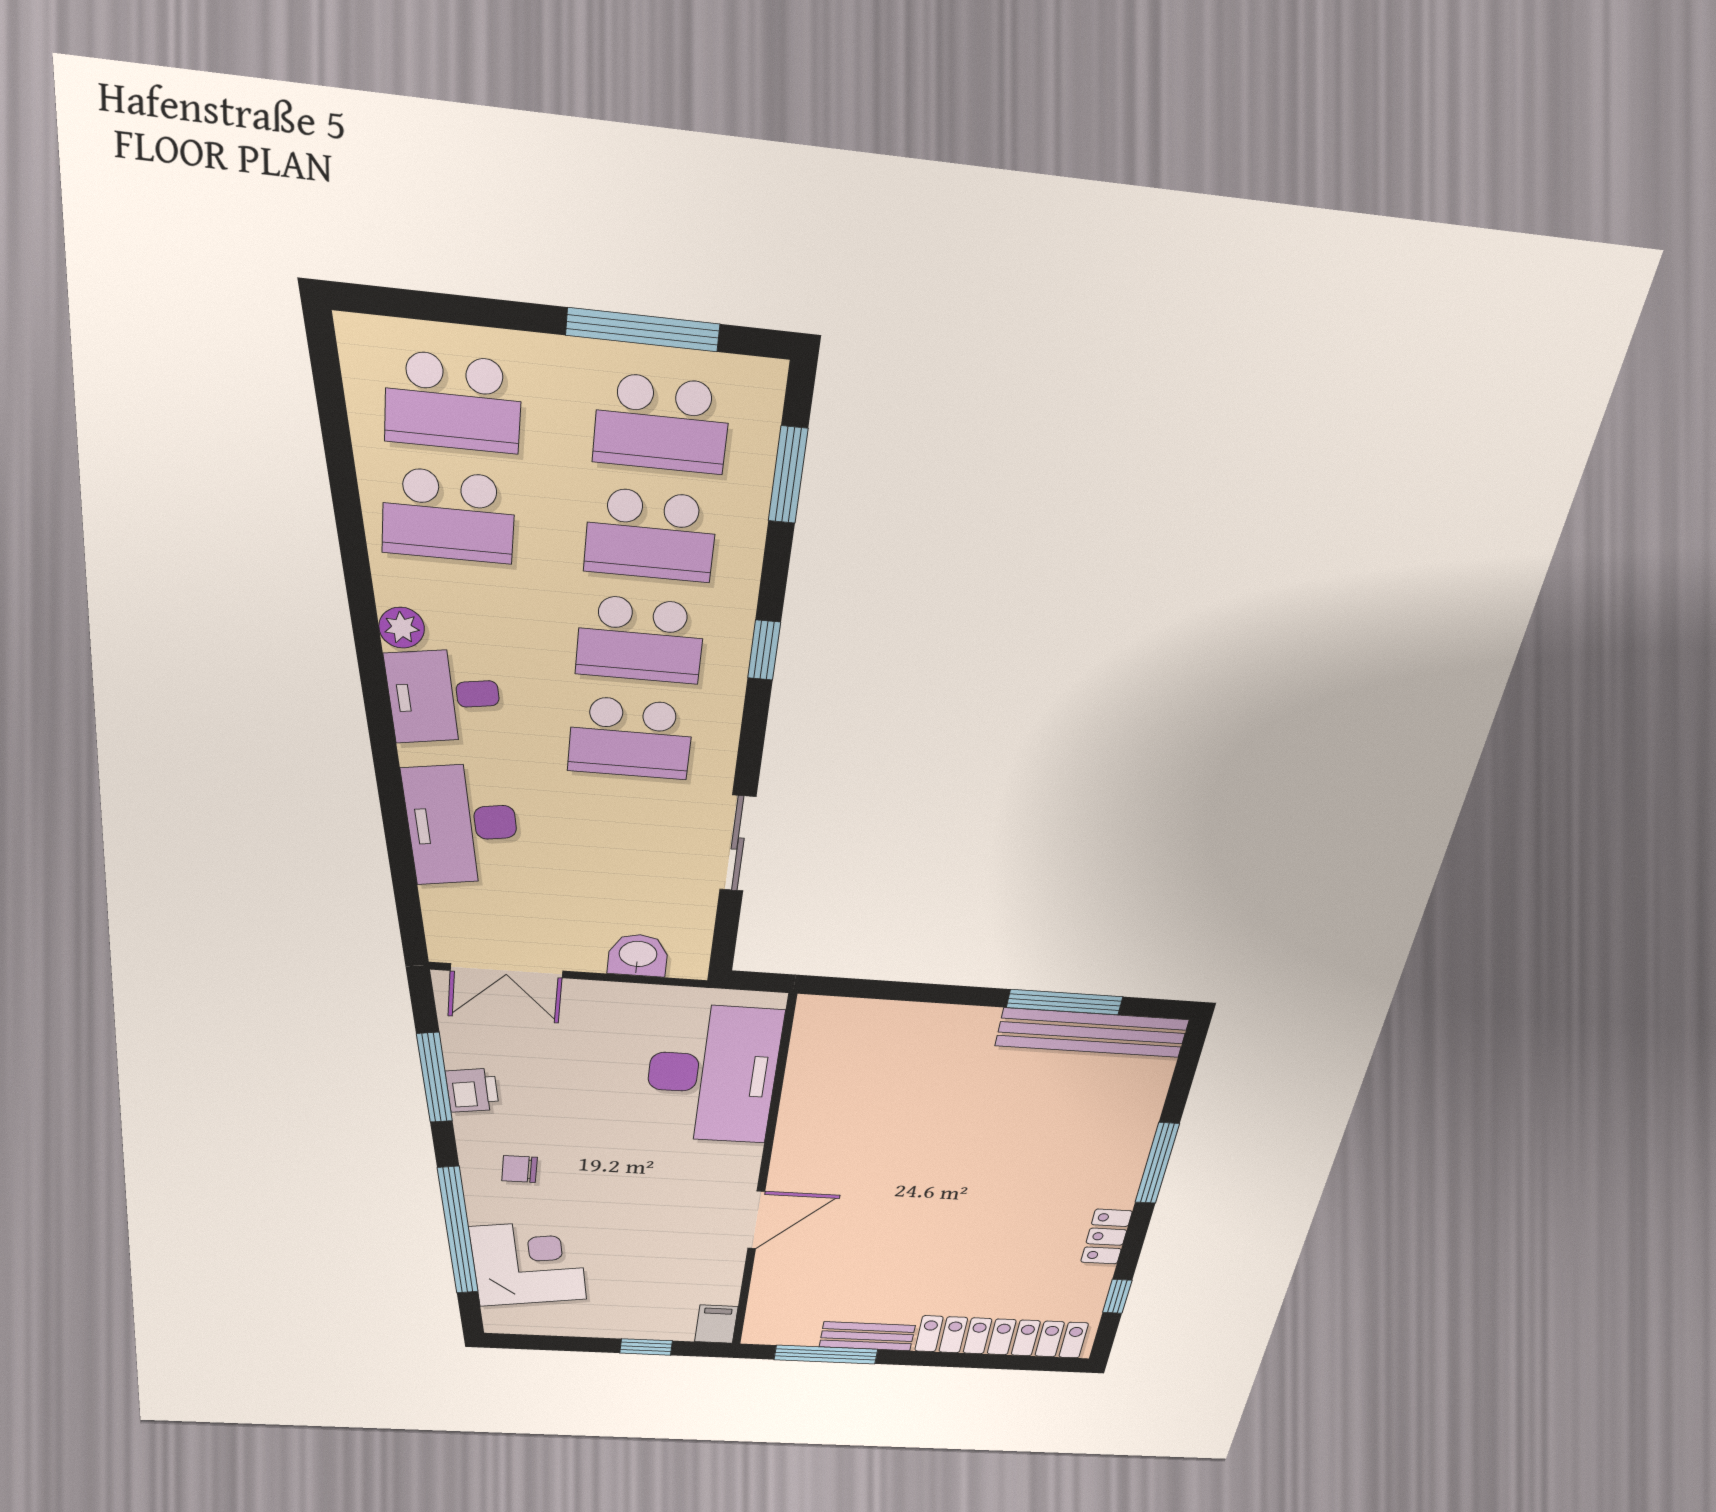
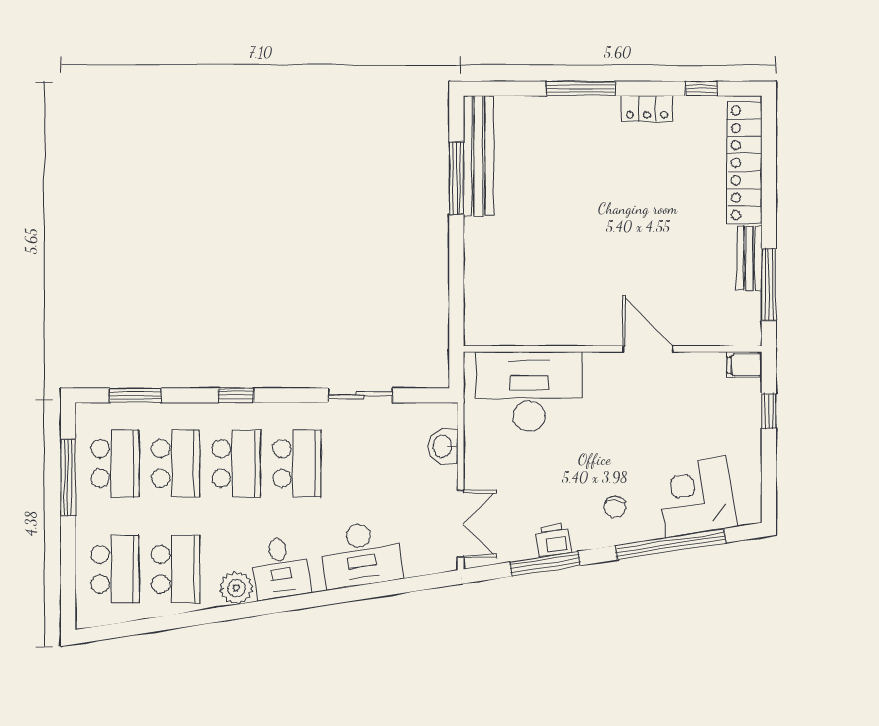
plant: (402, 628) -> (236, 588), width x1.38, depth x1.38

